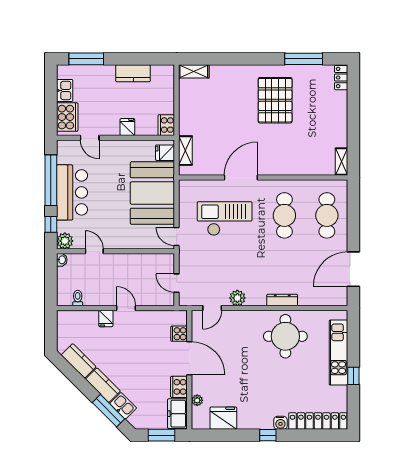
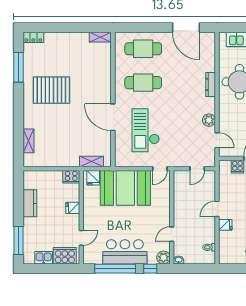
shelving: (194, 71) -> (28, 141), moved

